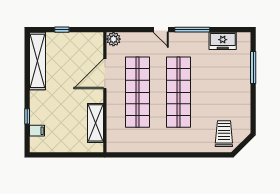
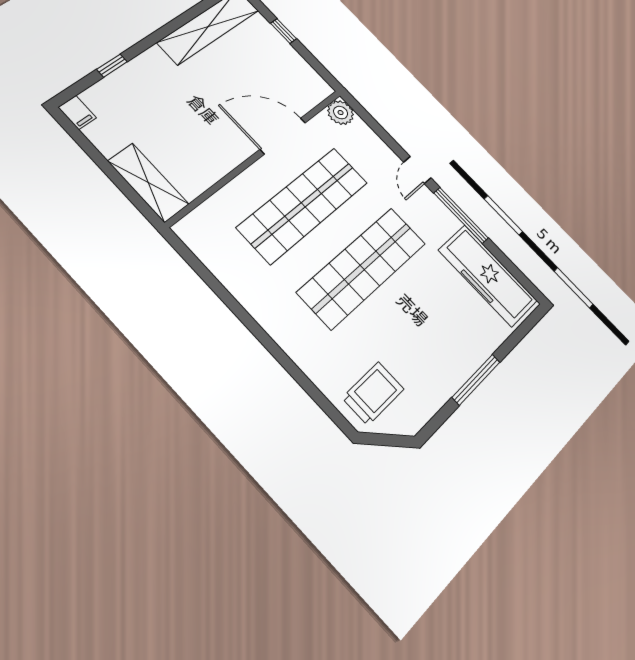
freezer: (223, 41) -> (488, 275), width x1.91, depth x1.26
window: (253, 68) -> (476, 380), moved
shelving: (96, 123) -> (148, 183), moved, turned 90
filing cabinet: (37, 131) -> (77, 113), moved

